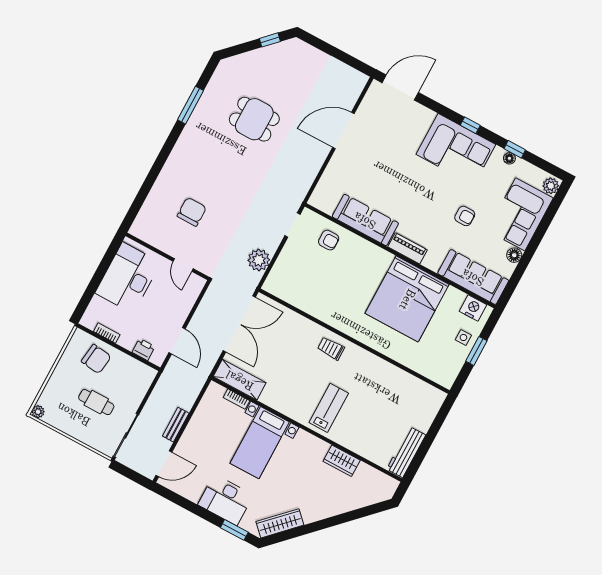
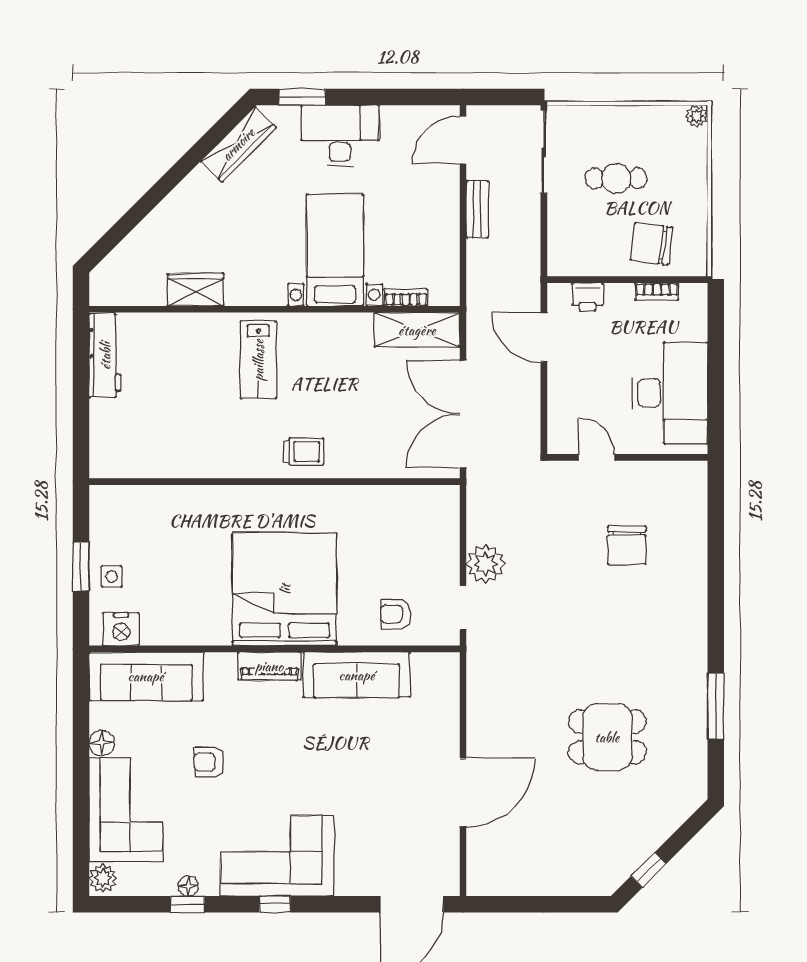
plant: (259, 260) -> (486, 564), moved
bed: (407, 299) -> (285, 589), moved

